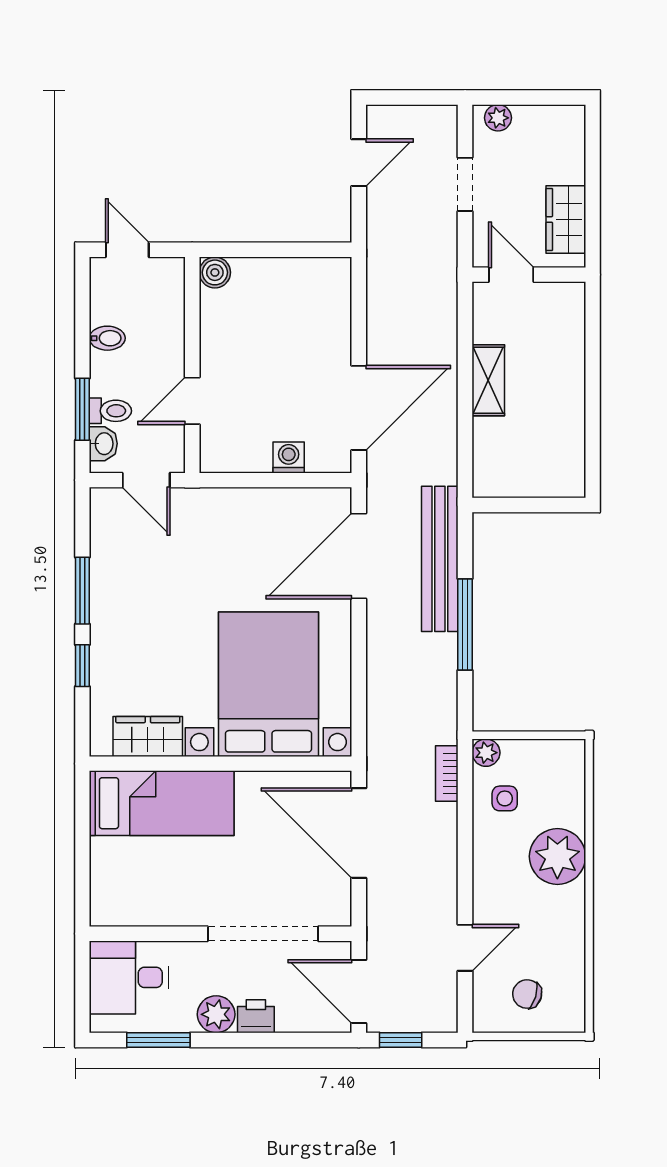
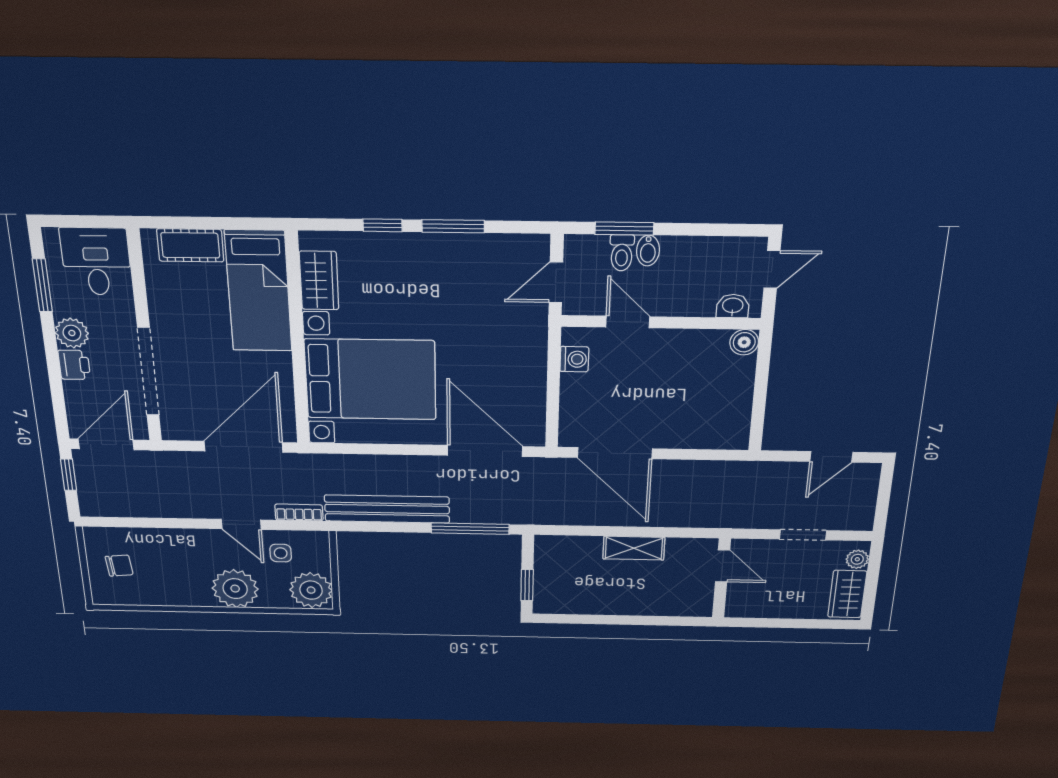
door: (359, 163) -> (831, 457), hinge flipped
wardrobe: (566, 219) -> (847, 594), moved, turned -90
door: (511, 275) -> (723, 566), hinge flipped
bidet: (107, 338) -> (648, 251), moved
washbasin: (103, 444) -> (733, 306), moved, turned 180
washing machine: (289, 457) -> (574, 359), moved
window: (544, 505) -> (527, 585), added
bench: (440, 559) -> (387, 509), moved
window: (465, 624) -> (470, 529), moved
plant: (486, 753) -> (311, 590), moved, width x1.87, depth x1.87
cot: (108, 873) -> (190, 245), added
door: (465, 948) -> (241, 524), moved
chair: (527, 994) -> (119, 566), turned 67

